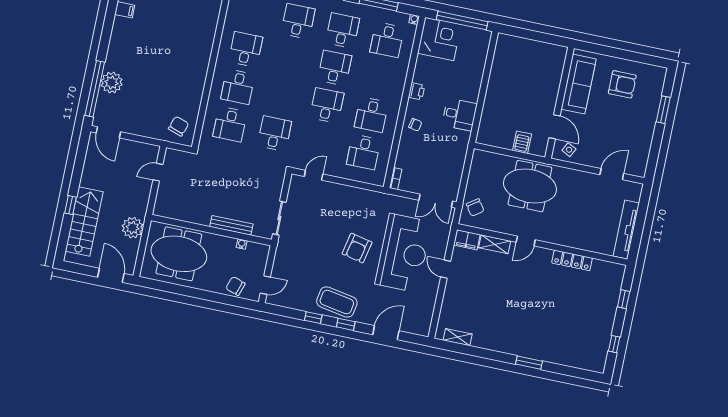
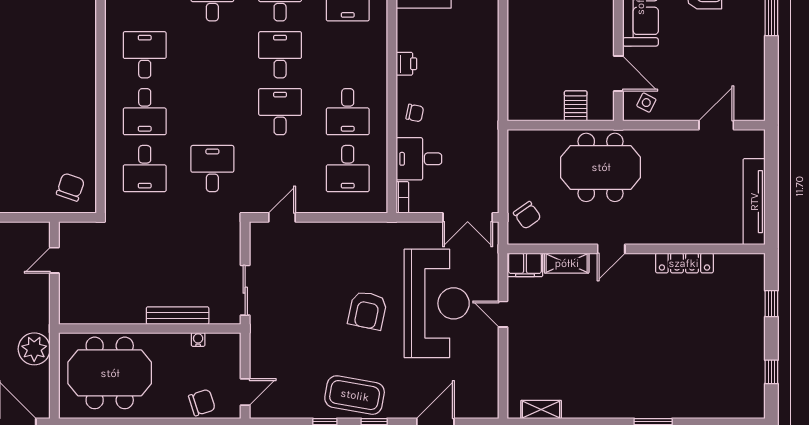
desk: (459, 114) -> (419, 159), moved, turned 180
chair: (235, 286) -> (202, 403), turned 144

